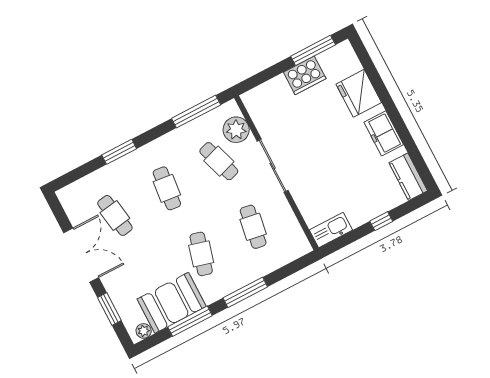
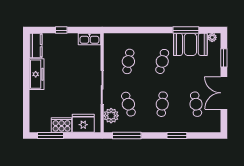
fridge: (359, 93) -> (83, 123), moved, turned -90
freezer: (384, 133) -> (37, 74), width x1.40
window: (245, 292) -> (150, 30), removed

